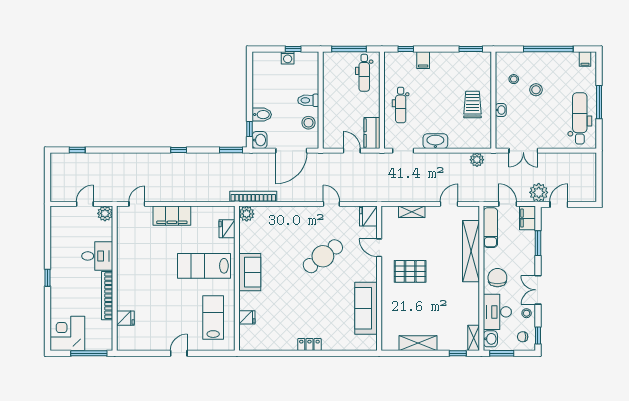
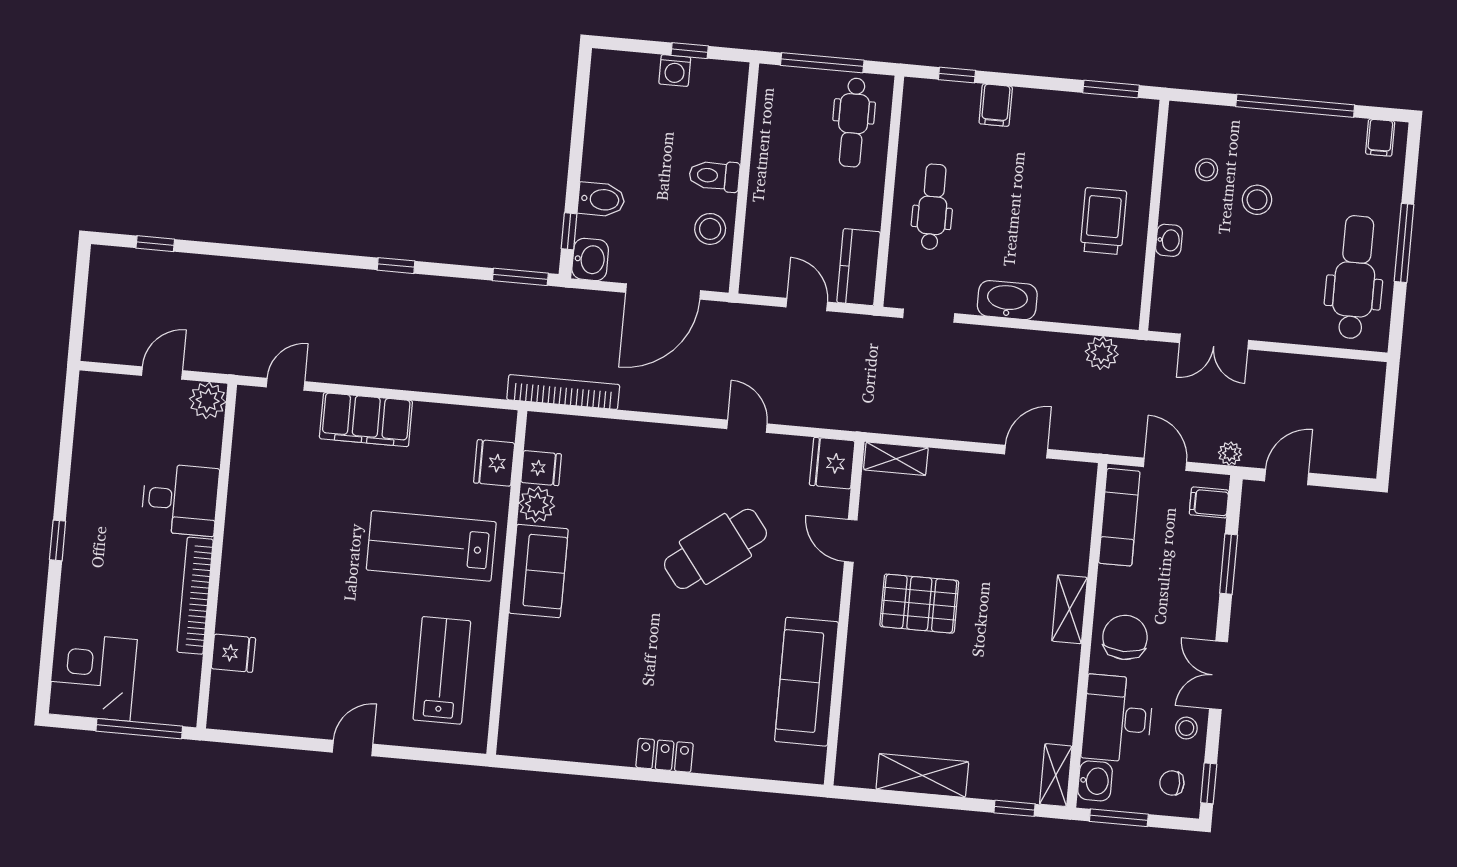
dental chair: (401, 105) -> (933, 207), turned 180
plant: (539, 192) -> (1230, 454), width x0.53, depth x0.53
shelving: (412, 212) -> (896, 459), moved
plant: (247, 214) -> (537, 504), moved
filing cabinet: (527, 218) -> (1209, 502), width x0.50
shelving: (471, 251) -> (1070, 609), width x0.45, depth x0.75
fridge: (247, 317) -> (541, 468), moved

